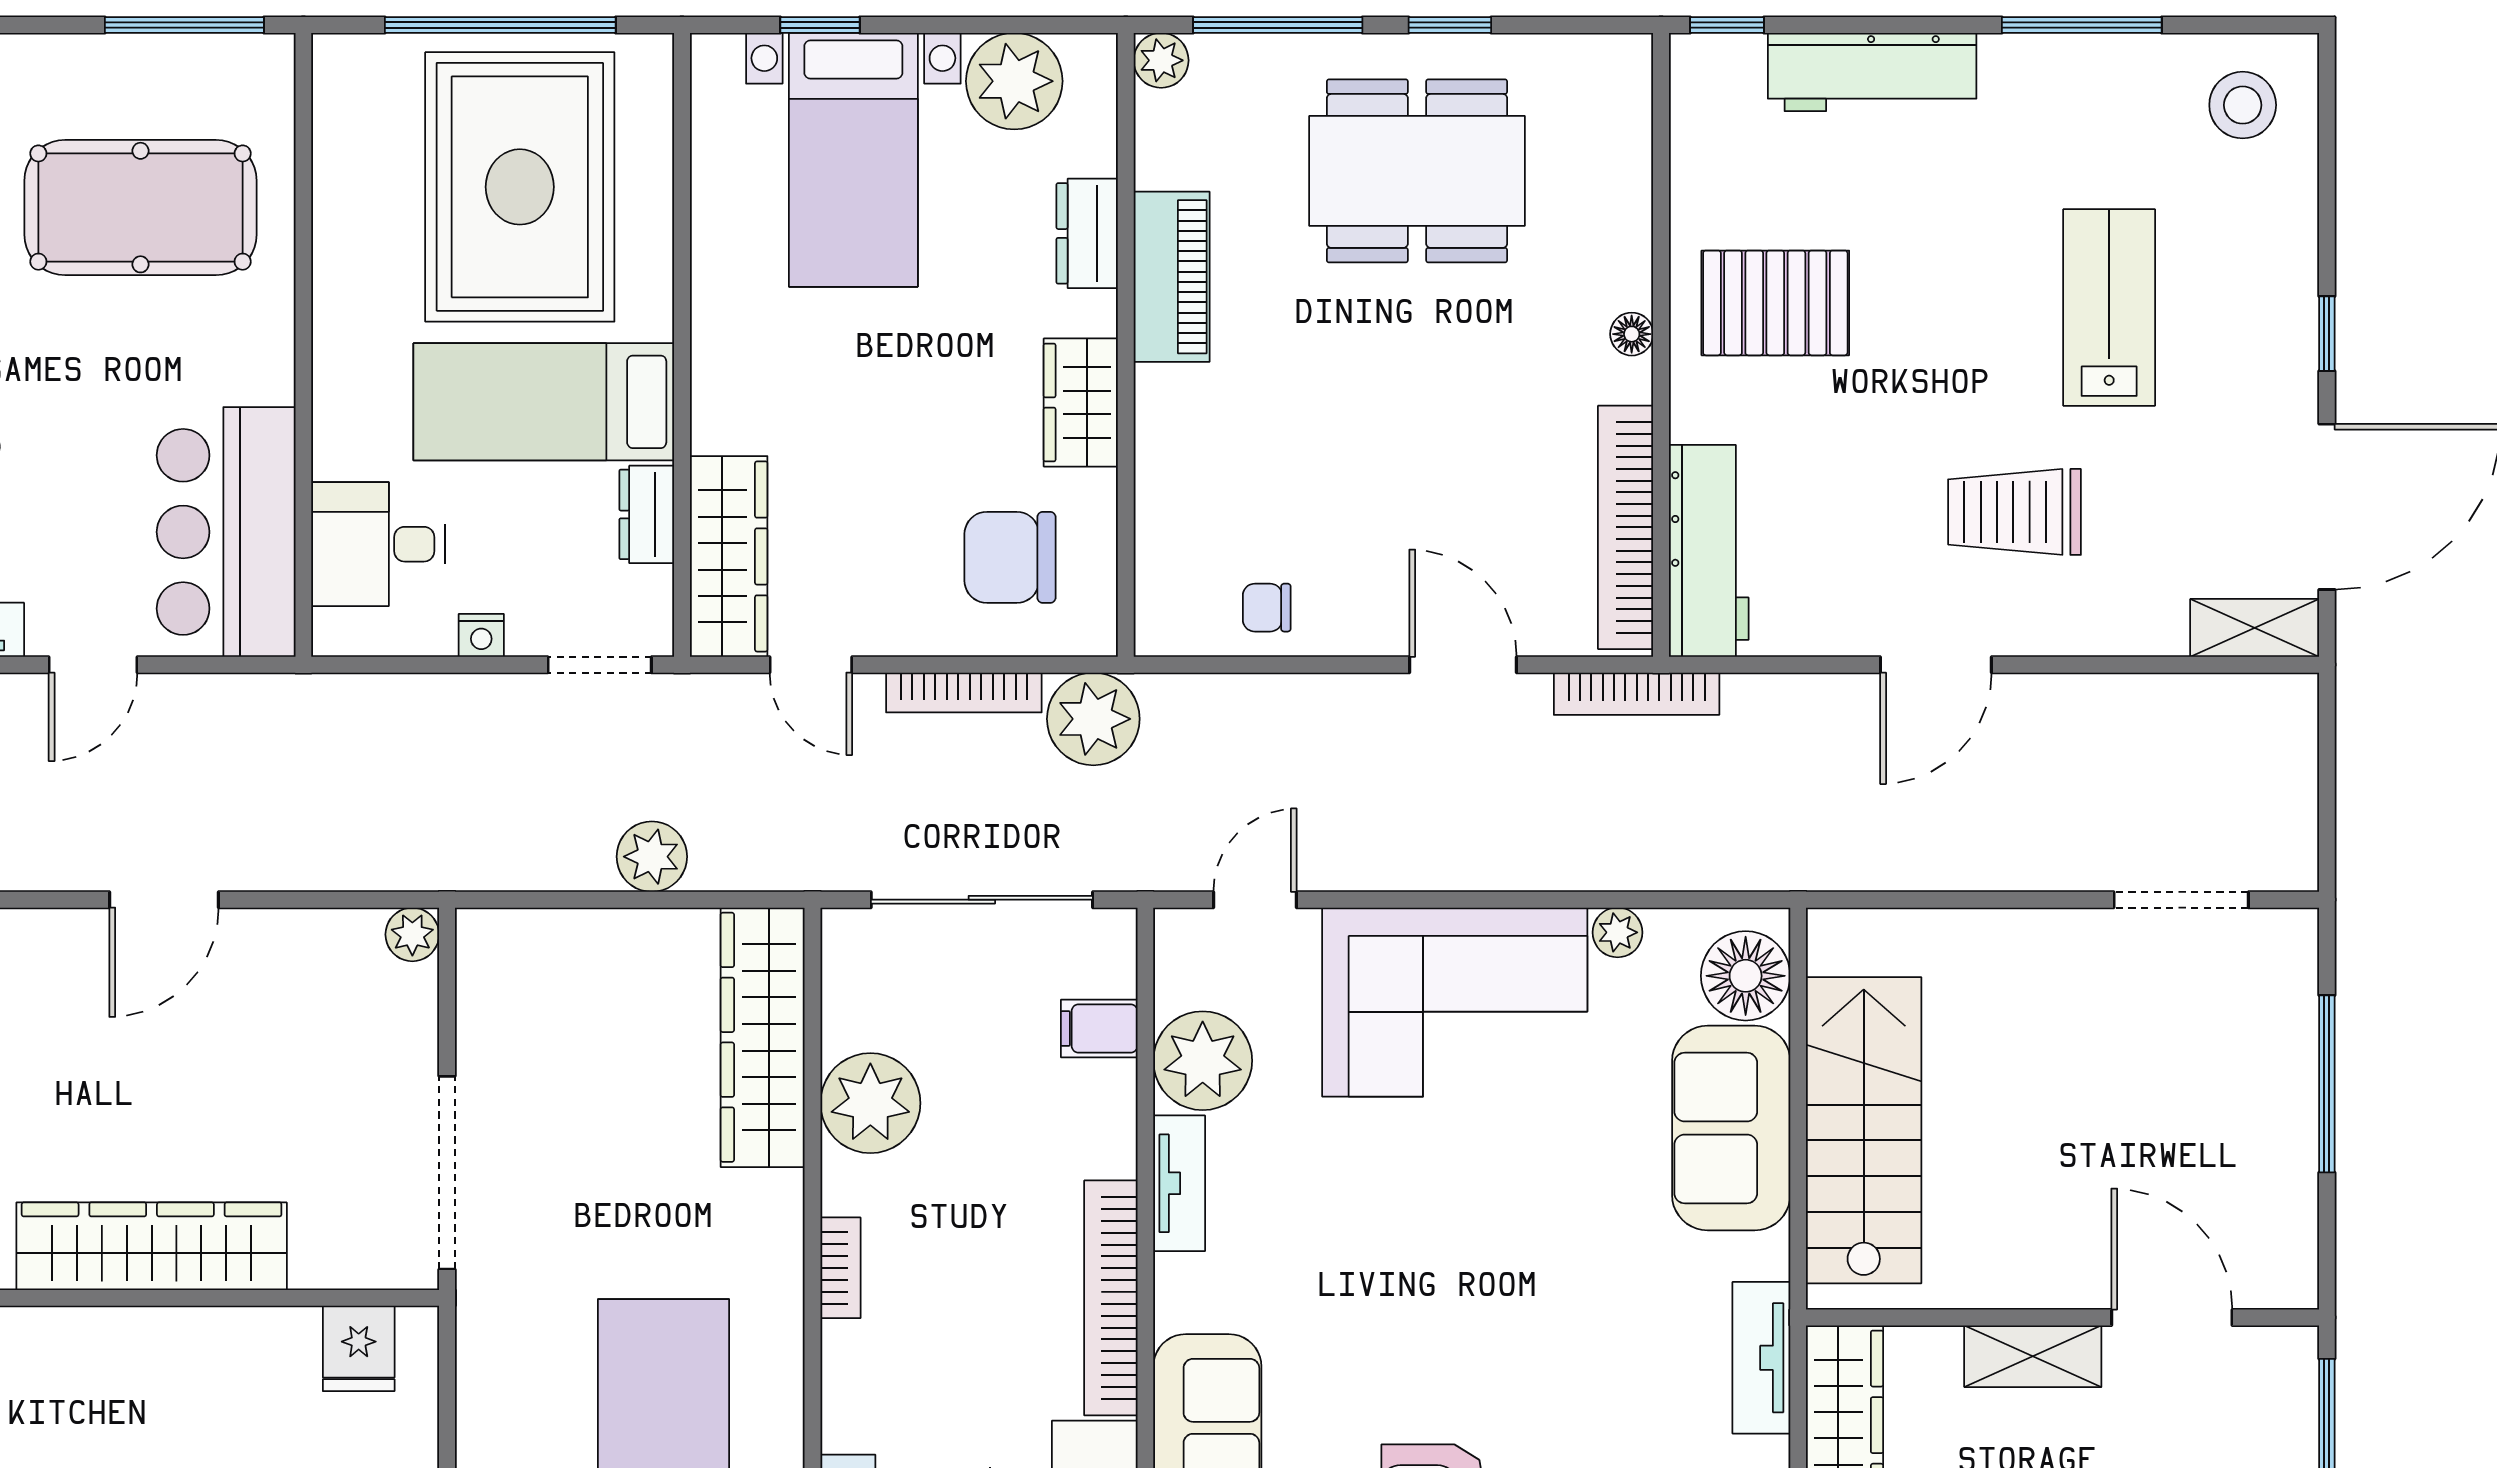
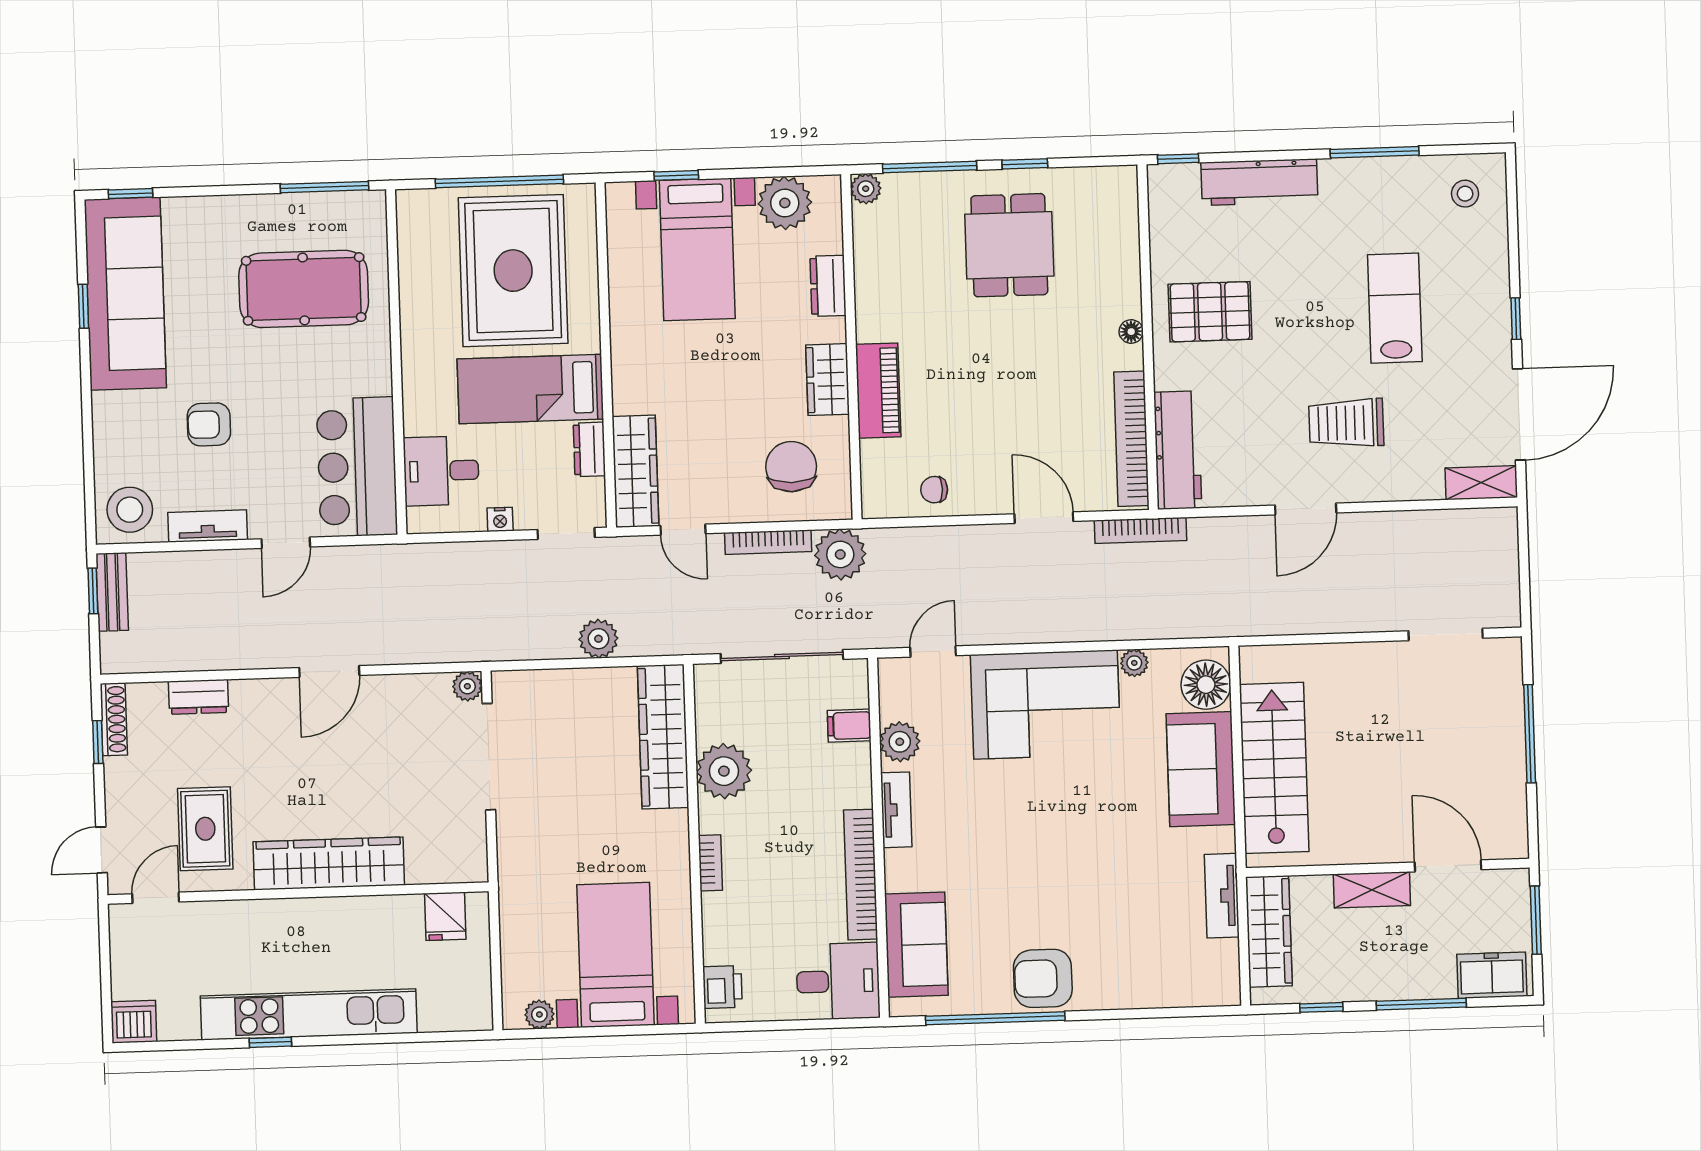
stool: (2243, 105) -> (1465, 194), width x0.73, depth x0.73
dining table: (1417, 171) -> (1009, 245), width x0.73
piano: (1172, 277) -> (878, 391), moved
chair: (1010, 557) -> (791, 467), turned 90
plant: (1203, 1061) -> (900, 742), width x0.73, depth x0.73
doorway: (447, 1173) -> (489, 757), moved

